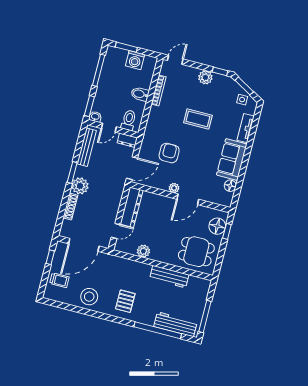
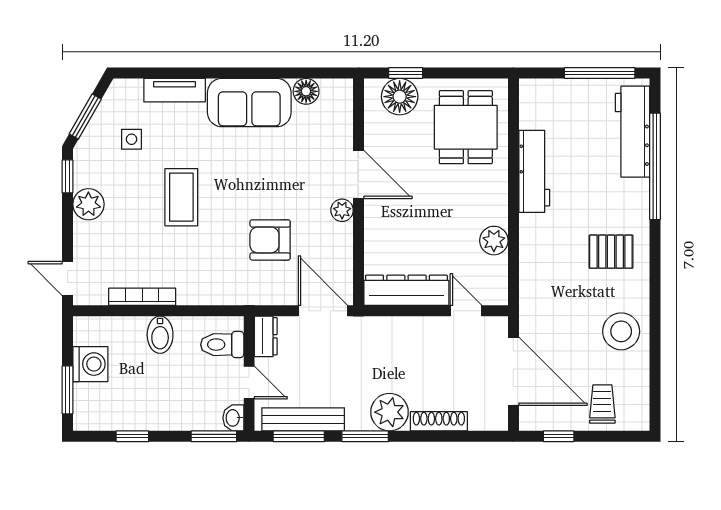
window: (99, 70) -> (132, 436), width x0.46
side table: (242, 100) -> (131, 139), moved
window: (80, 143) -> (299, 436), added

